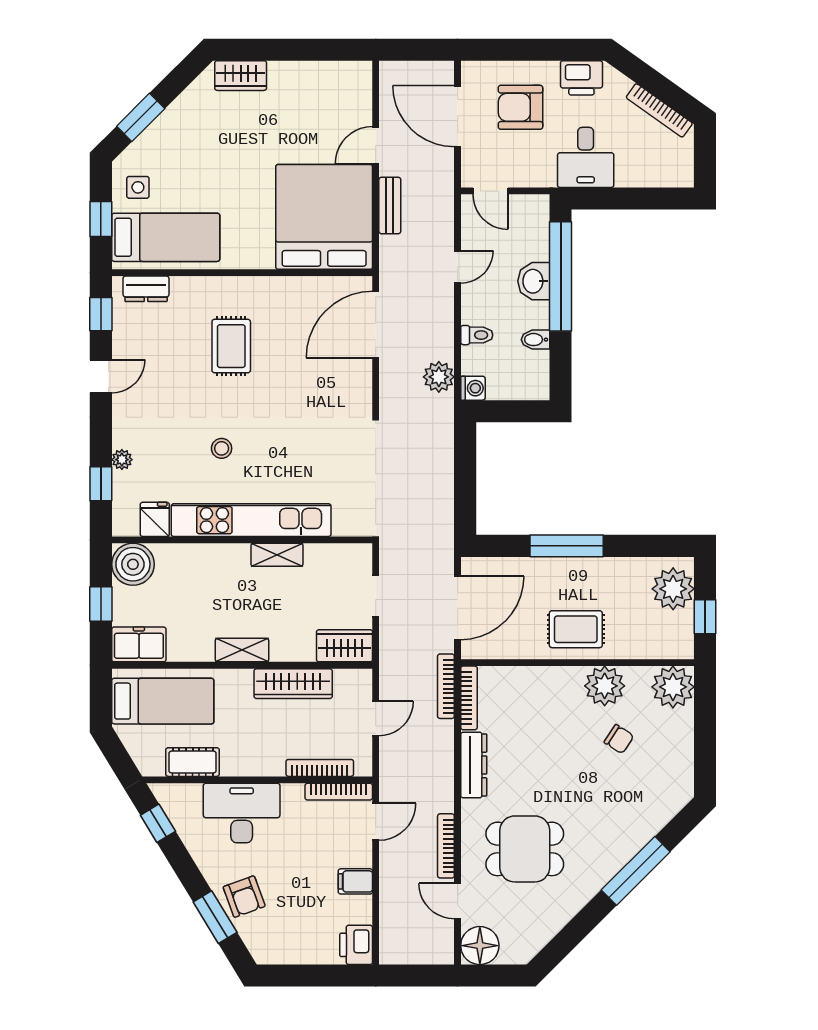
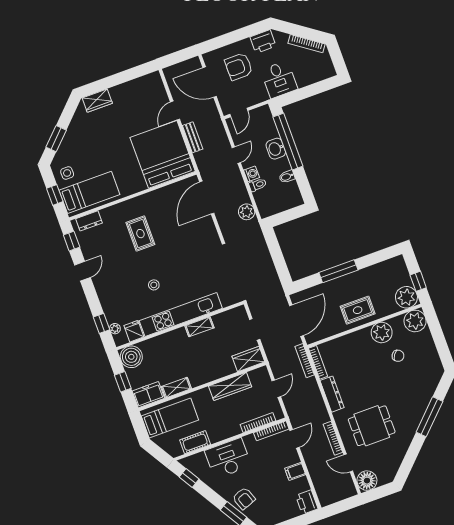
door: (490, 191) -> (239, 112), hinge flipped
washing machine: (473, 388) -> (251, 174), moved
plant: (122, 460) -> (115, 329), moved
plant: (673, 589) -> (406, 297), moved
shelving: (242, 650) -> (176, 388), moved

